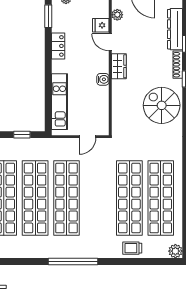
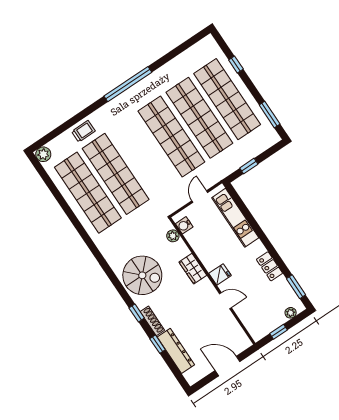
plant: (117, 15) -> (173, 236), moved
fridge: (101, 25) -> (220, 274), moved
wardrobe: (119, 66) -> (193, 269), moved
water cooler: (103, 79) -> (184, 225), moved
door: (87, 137) -> (200, 197), moved

